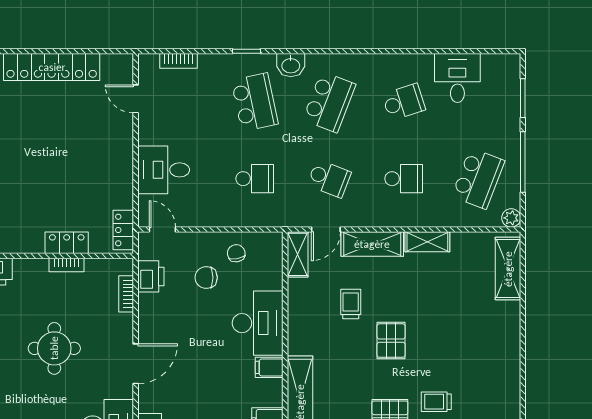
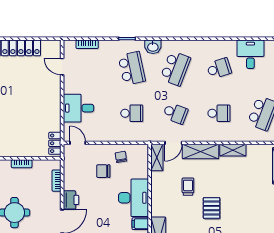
locker: (67, 243) -> (22, 151), removed
printer: (151, 276) -> (71, 200), moved

